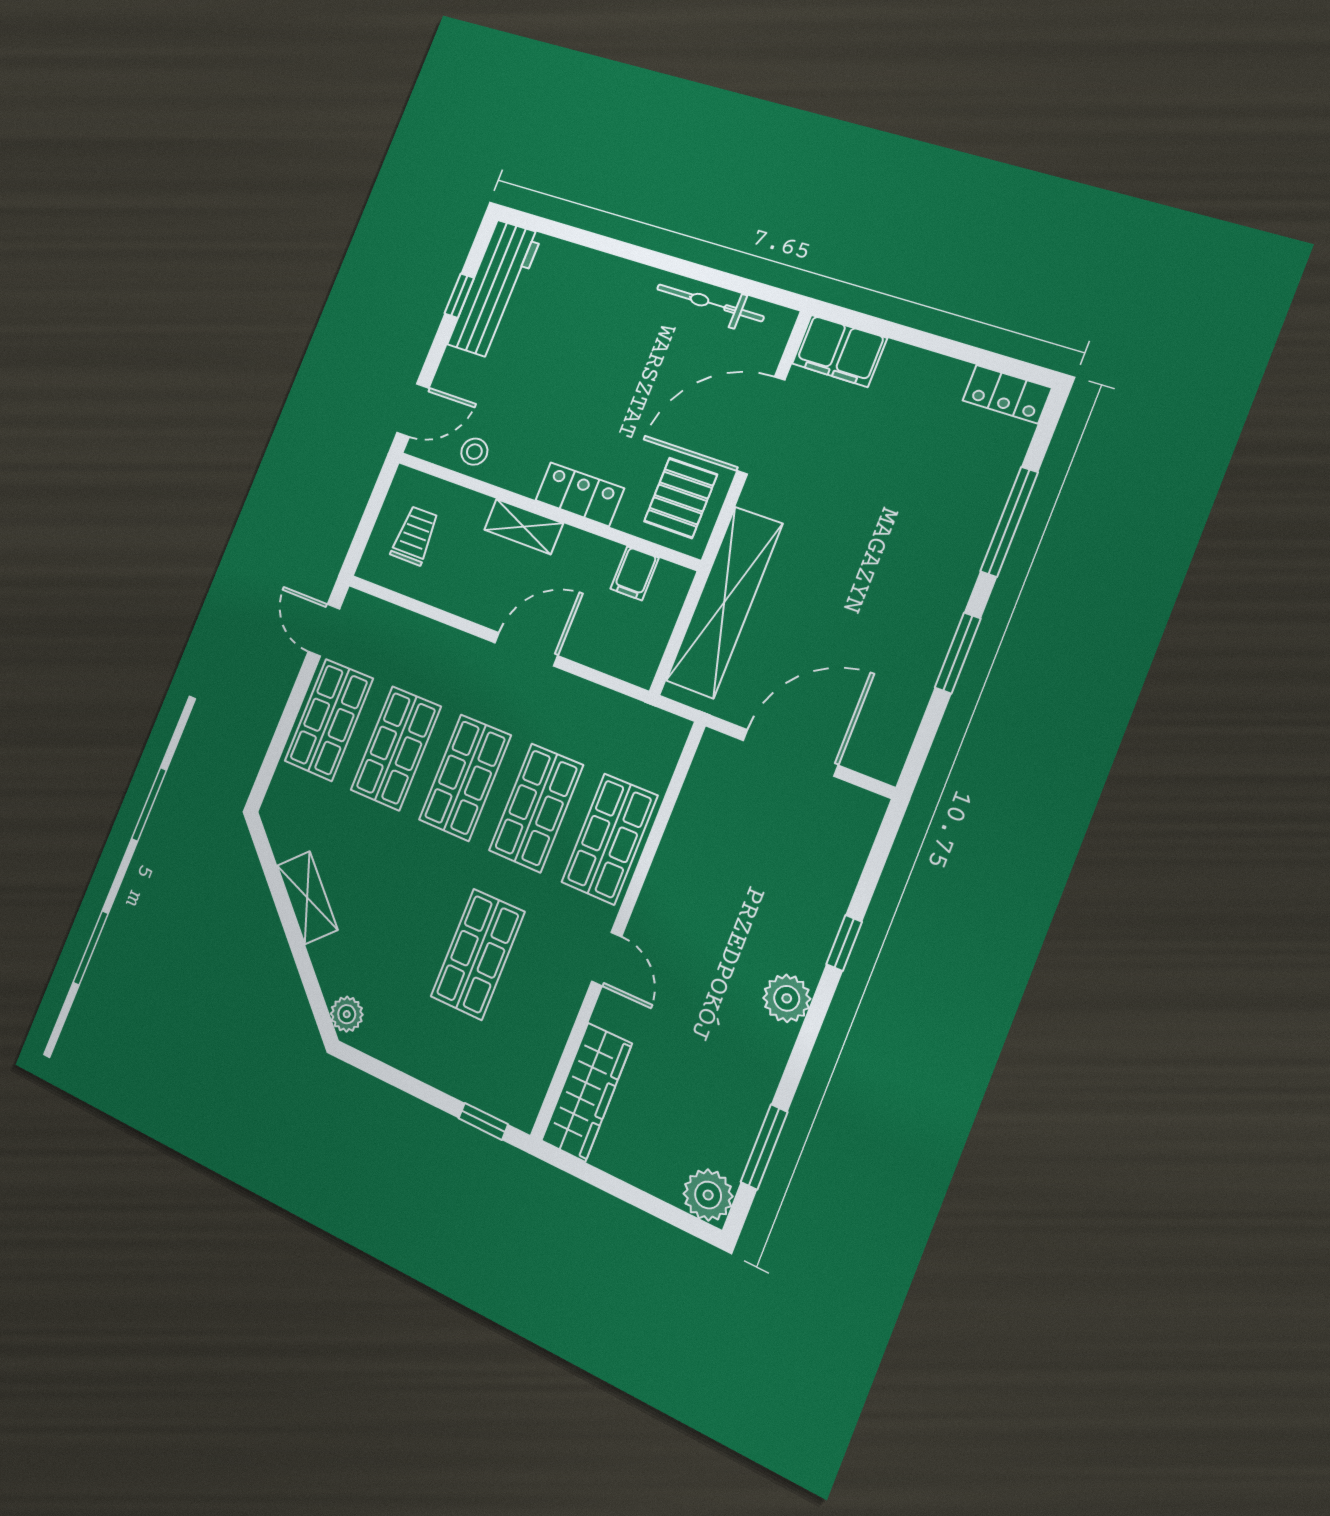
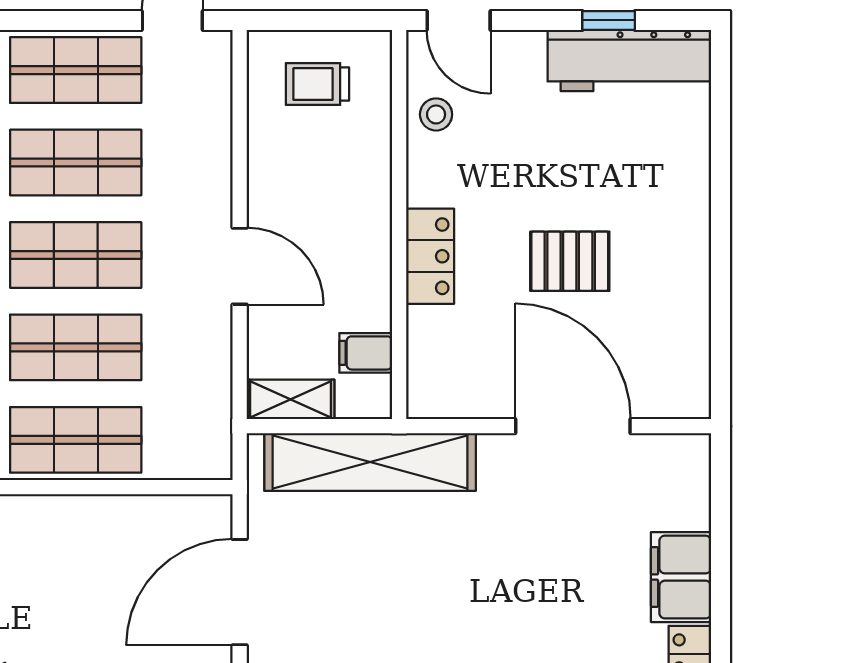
bicycle: (710, 303) -> (690, 317), removed
filing cabinet: (839, 351) -> (681, 577), moved
pallet: (681, 498) -> (570, 261), moved
shelving: (524, 527) -> (291, 399), moved, turned 90
trolley: (415, 536) -> (317, 84), turned 180
door: (790, 753) -> (240, 592), swing flipped

